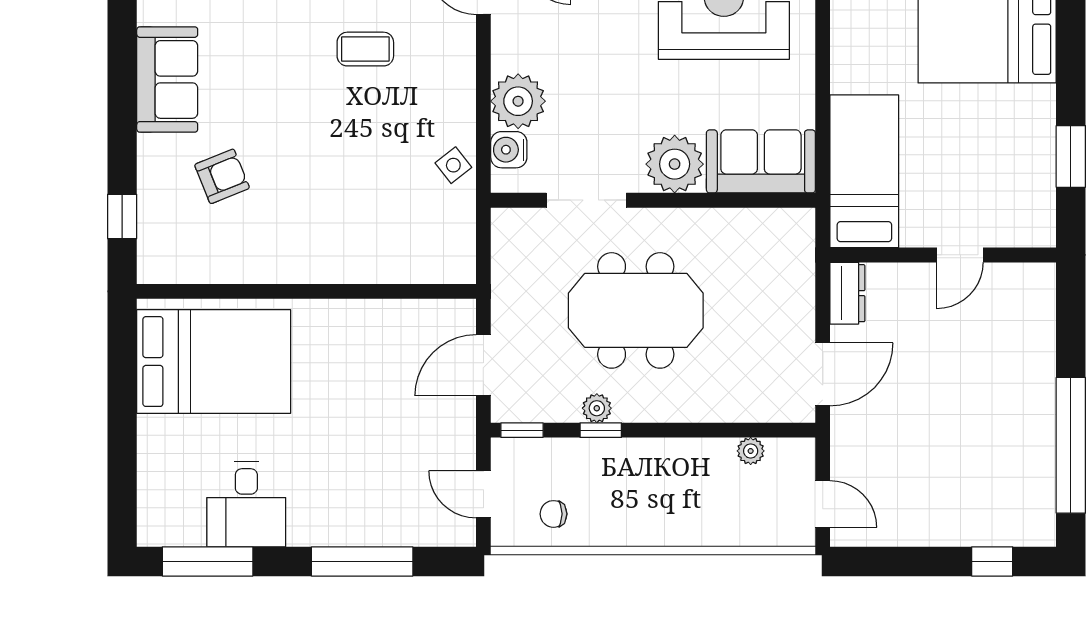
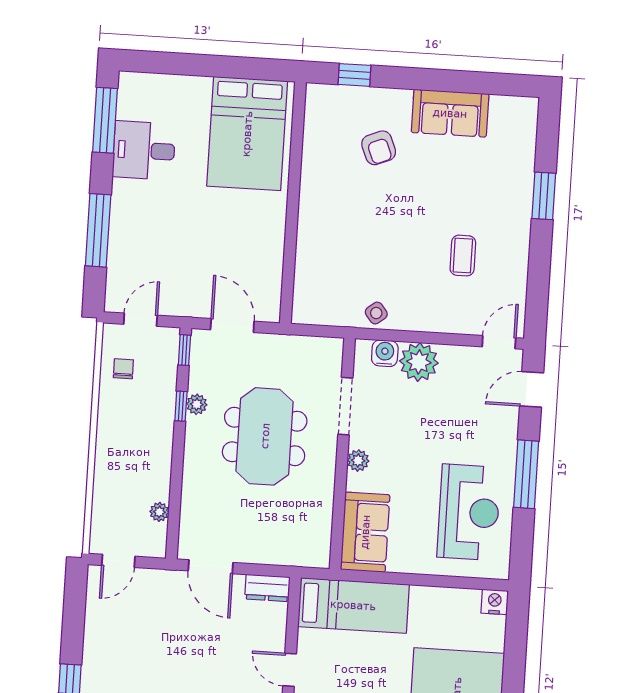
plant: (675, 164) -> (358, 460), width x0.53, depth x0.53

